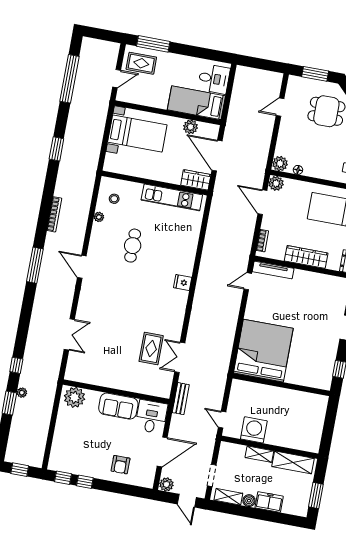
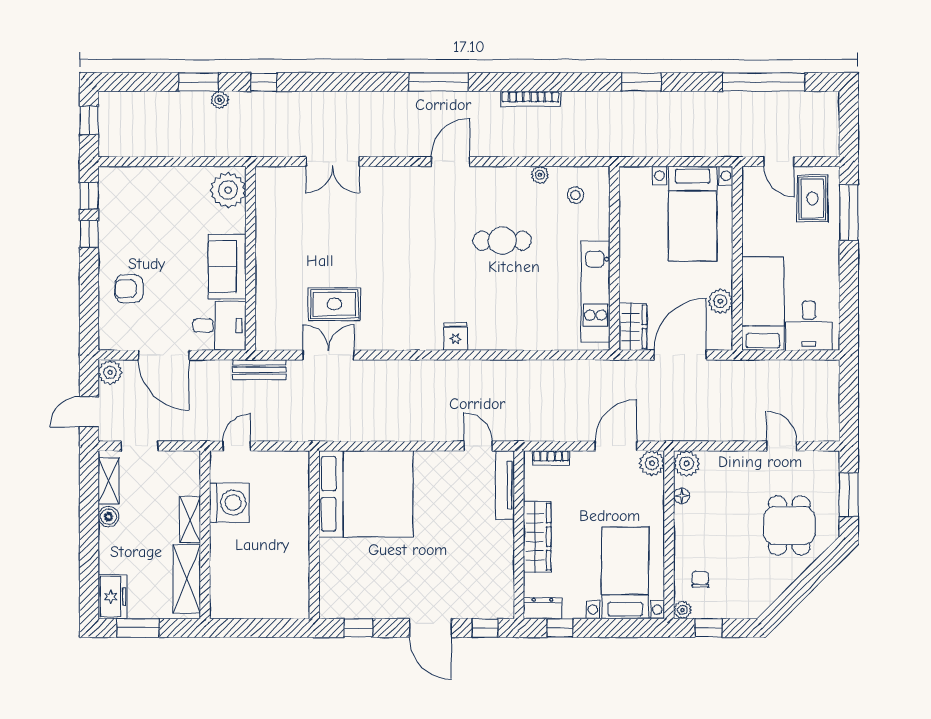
freezer: (269, 502) -> (112, 597), moved

